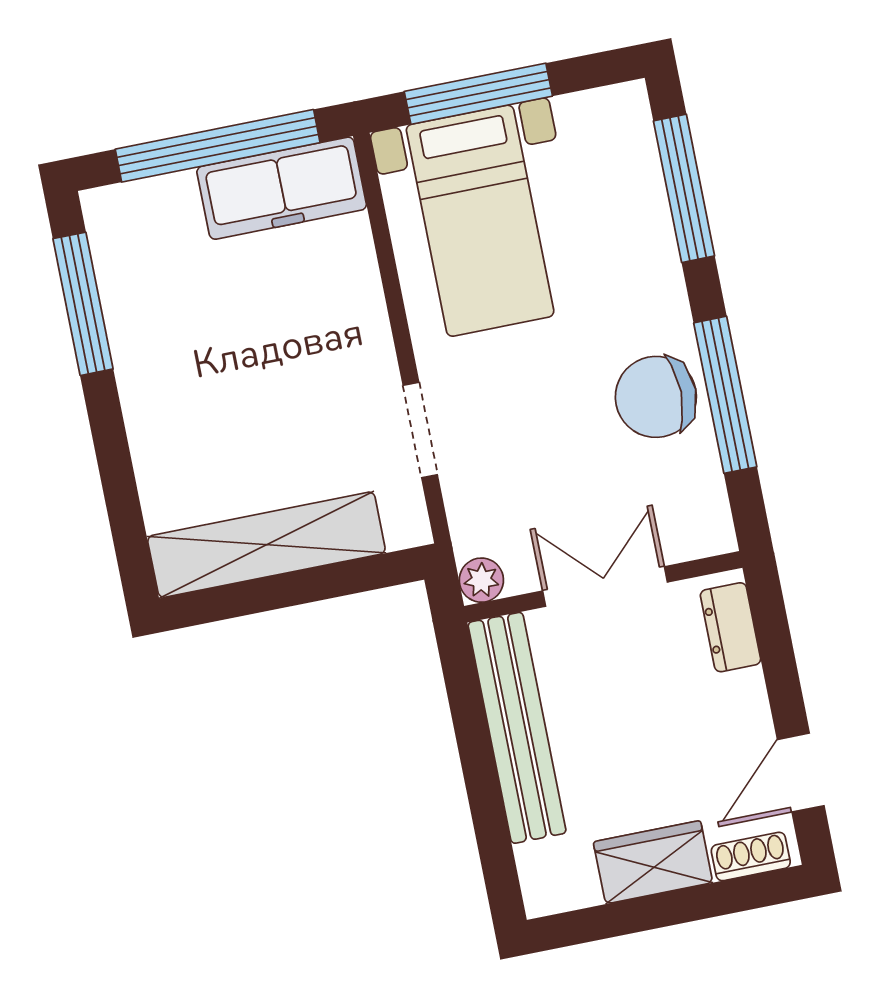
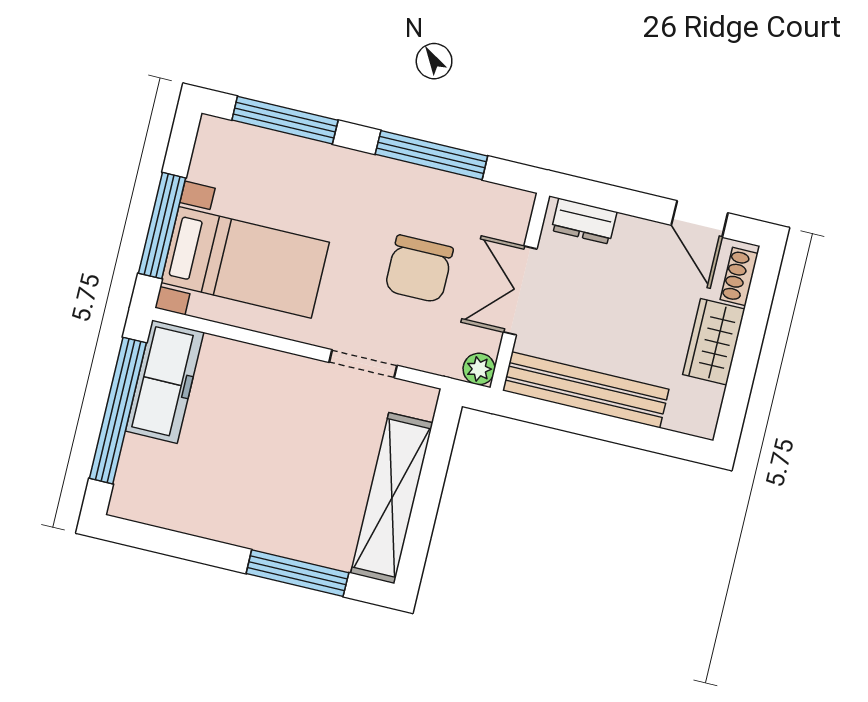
window: (83, 304) -> (297, 573), moved
chair: (656, 397) -> (419, 269), moved

